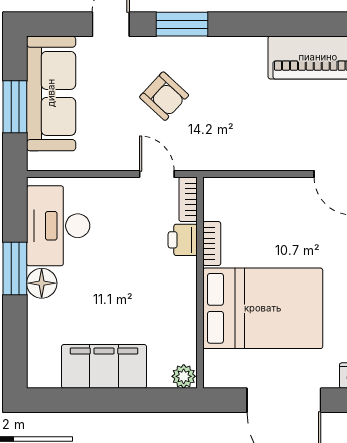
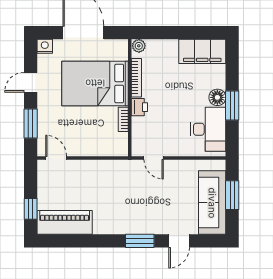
armchair: (164, 96) -> (150, 201), removed
bookcase: (188, 199) -> (136, 78), moved, width x1.56
printer: (183, 240) -> (139, 107), moved
filing cabinet: (104, 366) -> (202, 51), moved

